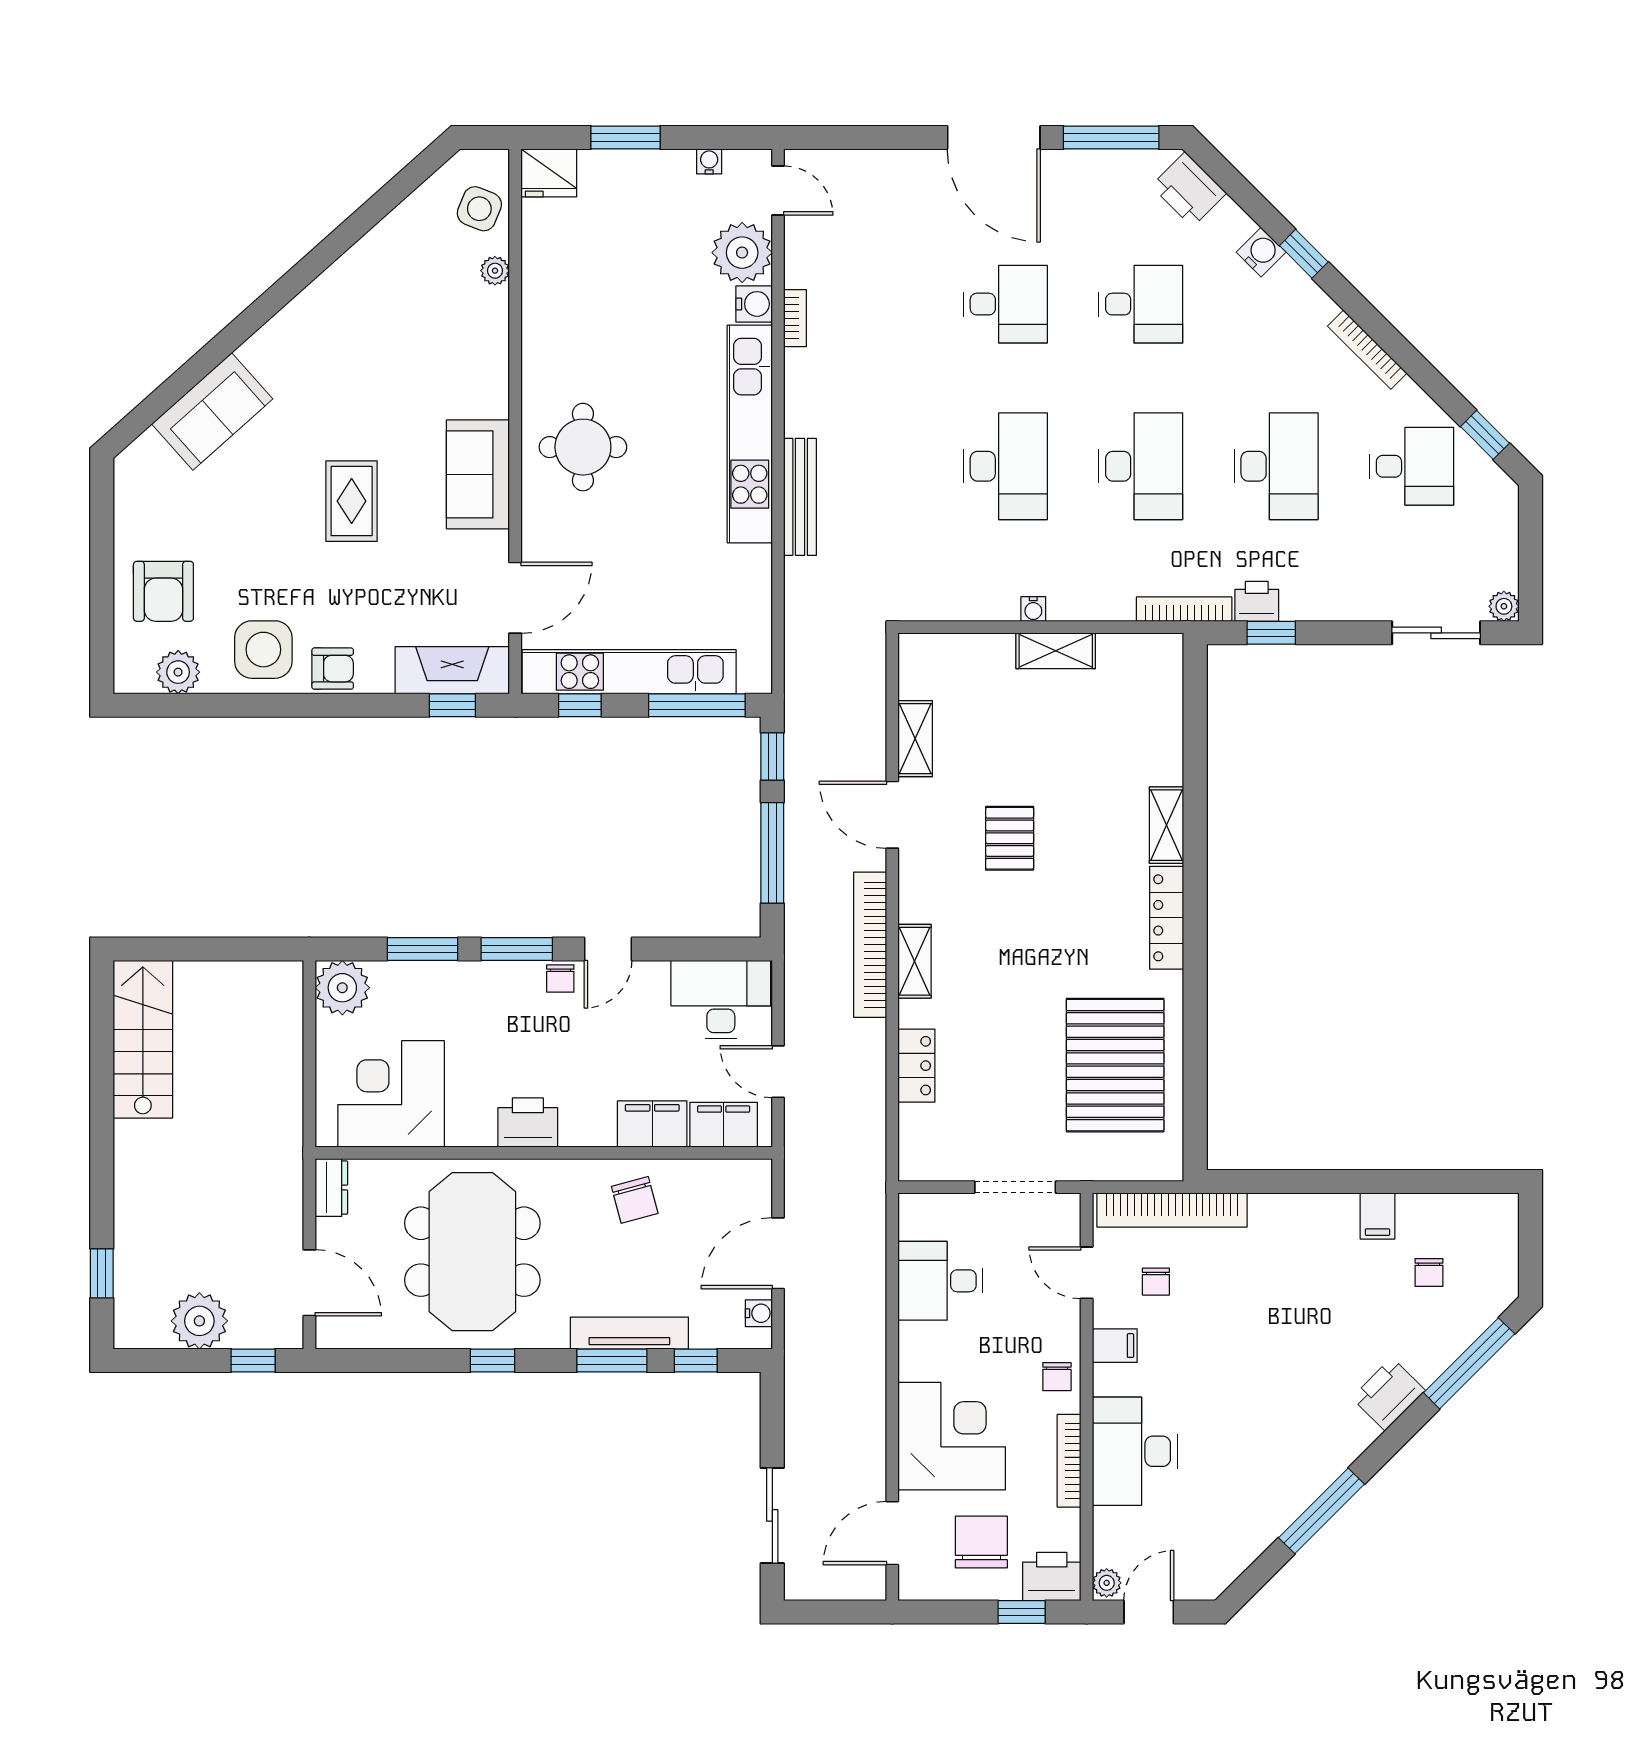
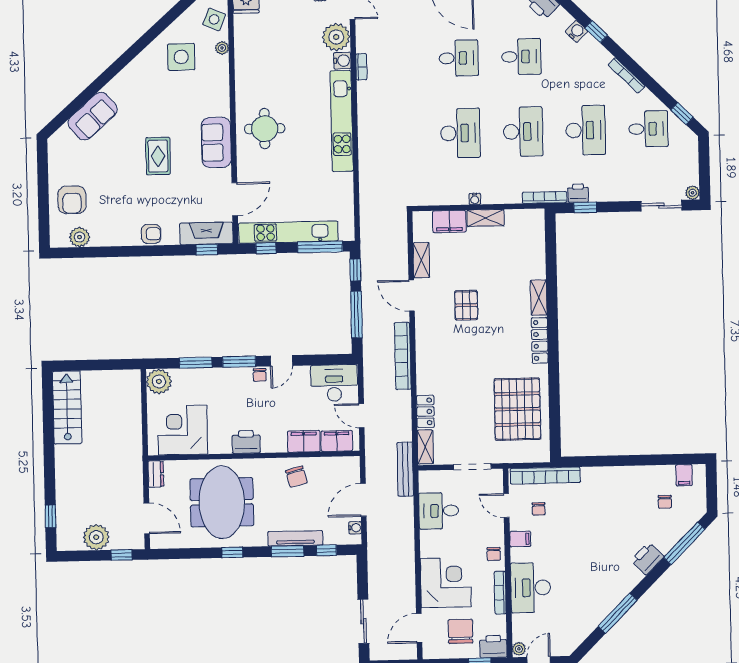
bench: (800, 497) -> (405, 469), moved
side table: (263, 650) -> (181, 57), moved
filing cabinet: (977, 657) -> (449, 221), added
shelving: (915, 961) -> (425, 447), moved
filing cabinet: (1377, 1216) -> (684, 475), moved

